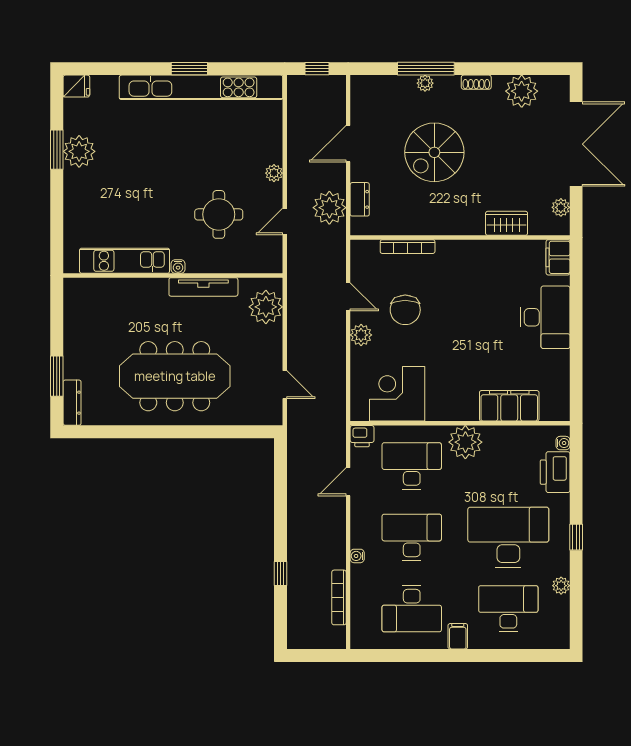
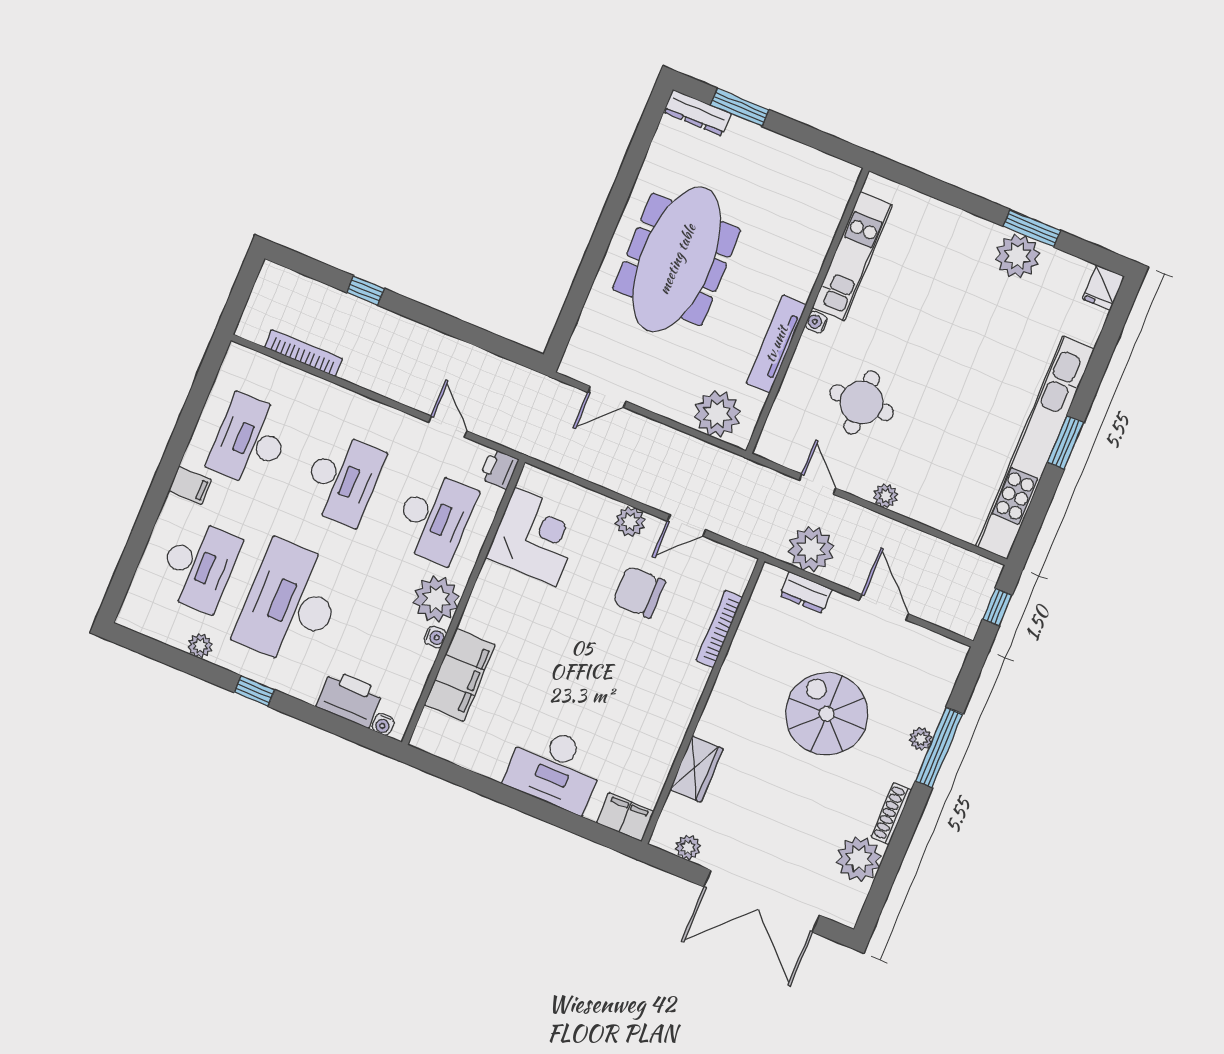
shoe rack: (476, 82) -> (891, 813), width x1.43
desk: (508, 537) -> (291, 604), turned 180
water cooler: (357, 556) -> (435, 637), moved, turned 90

